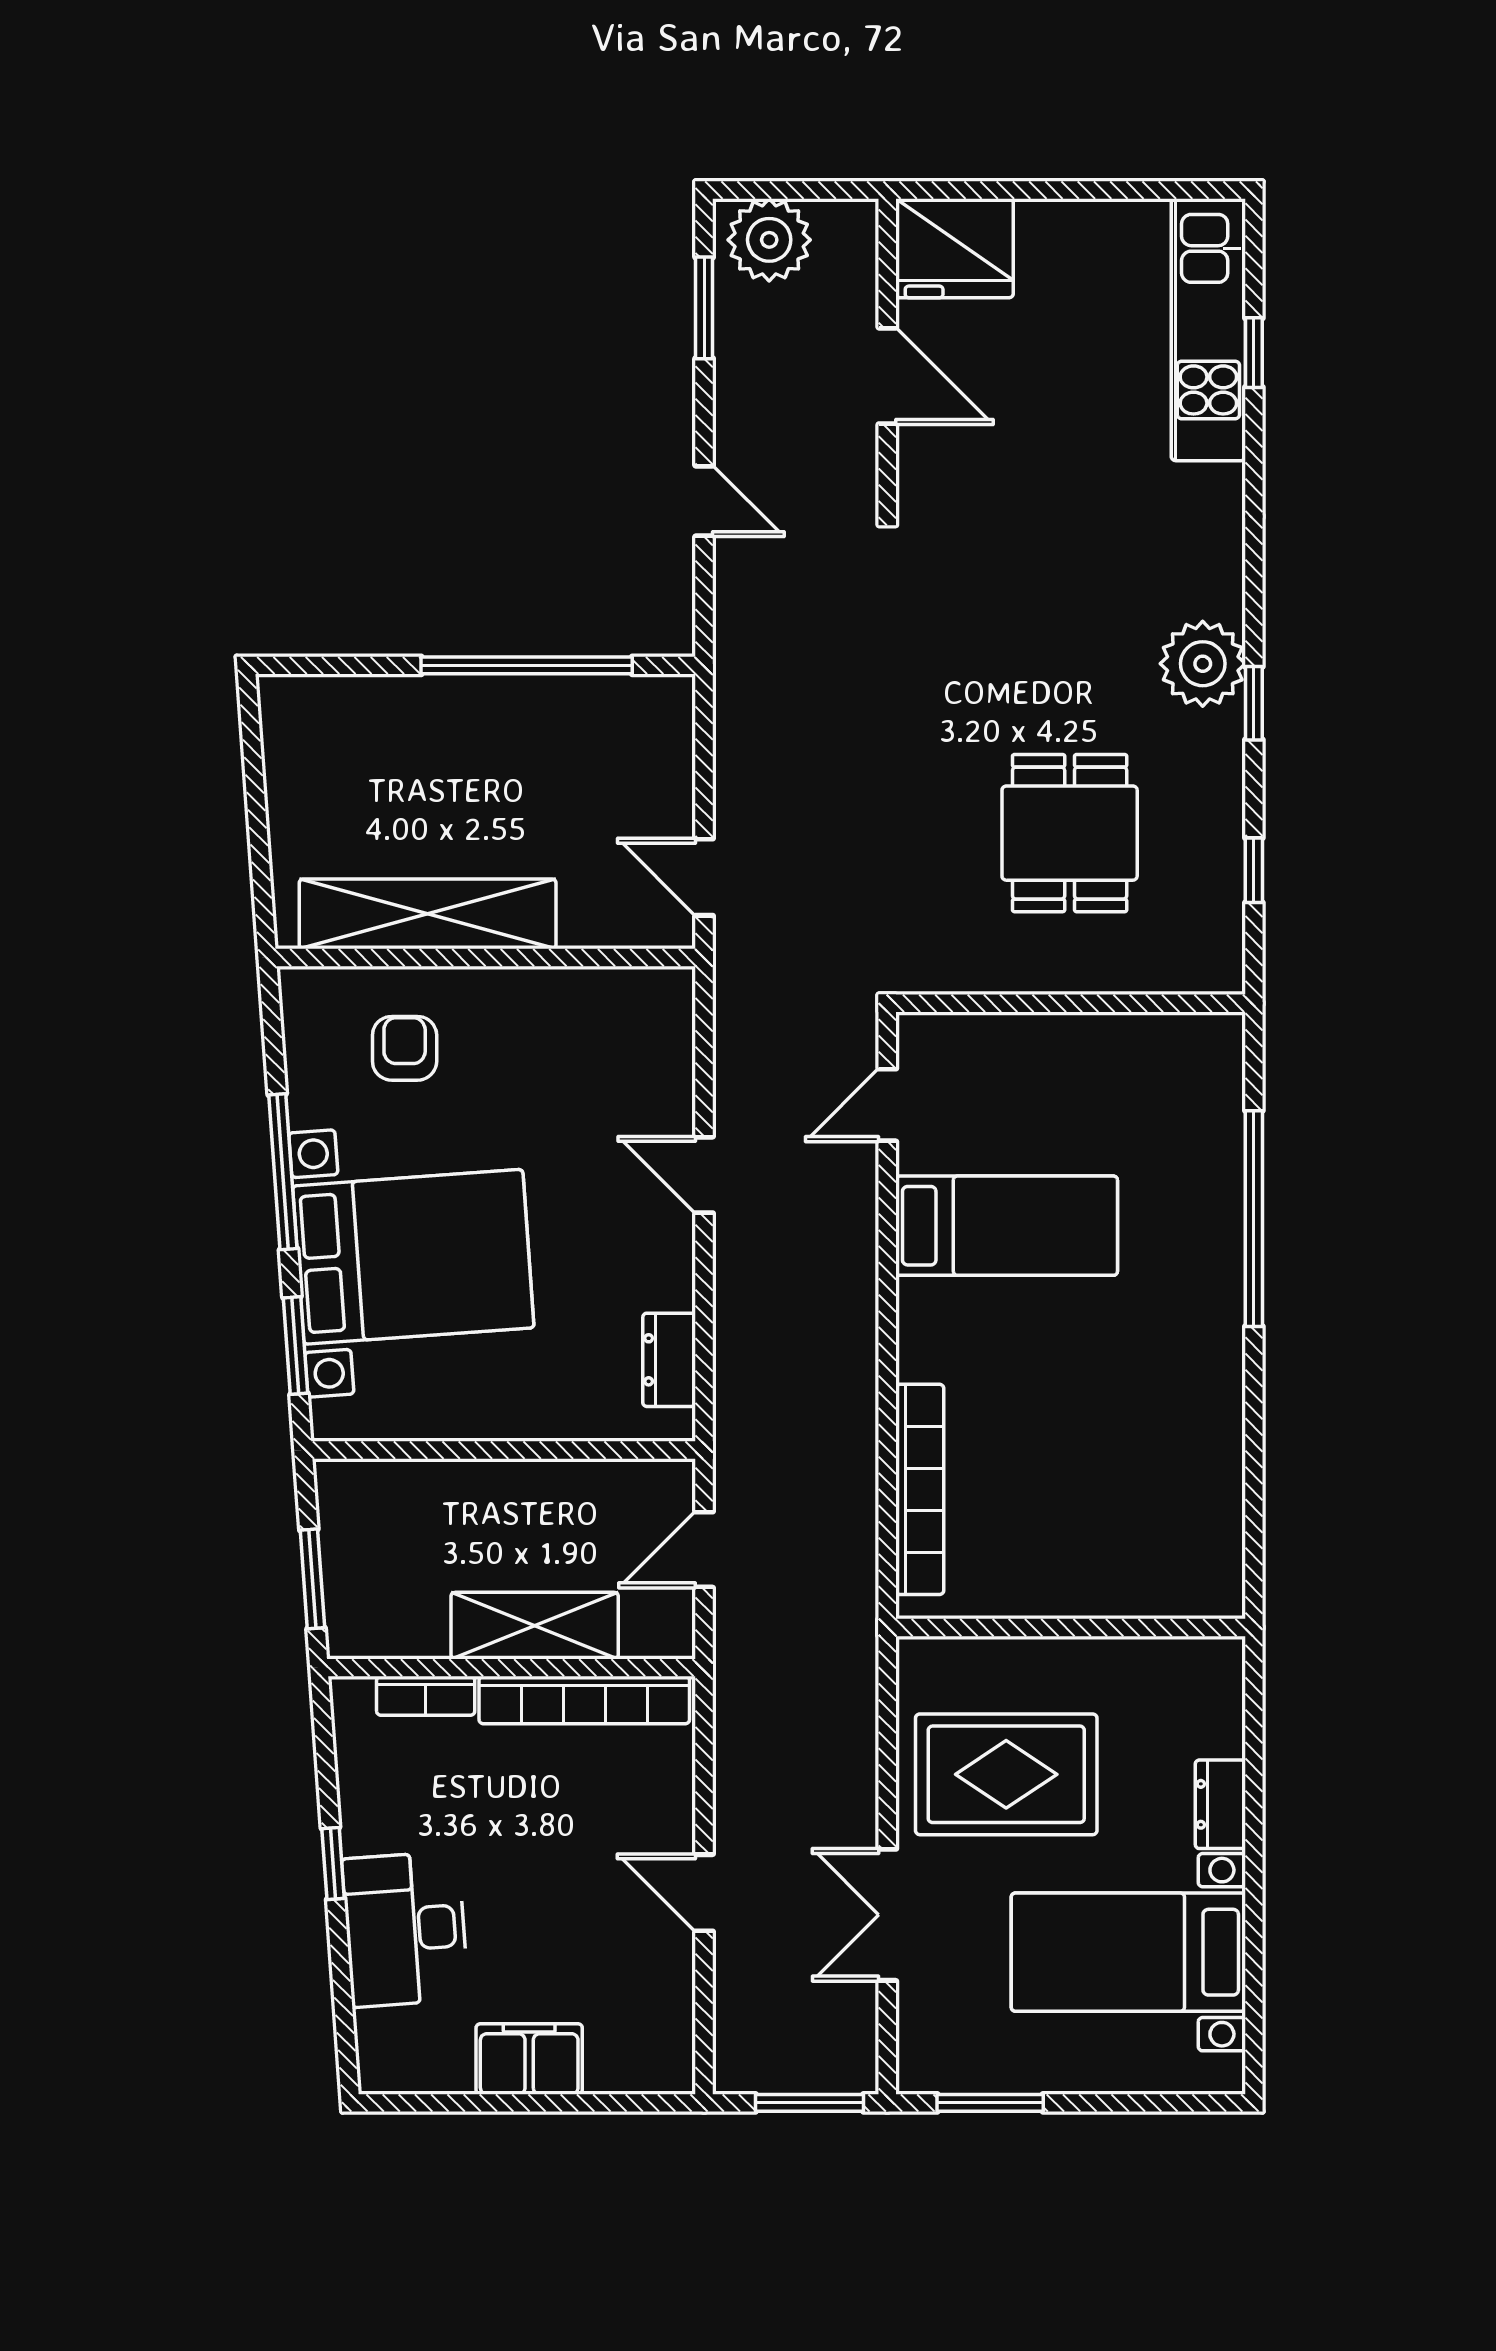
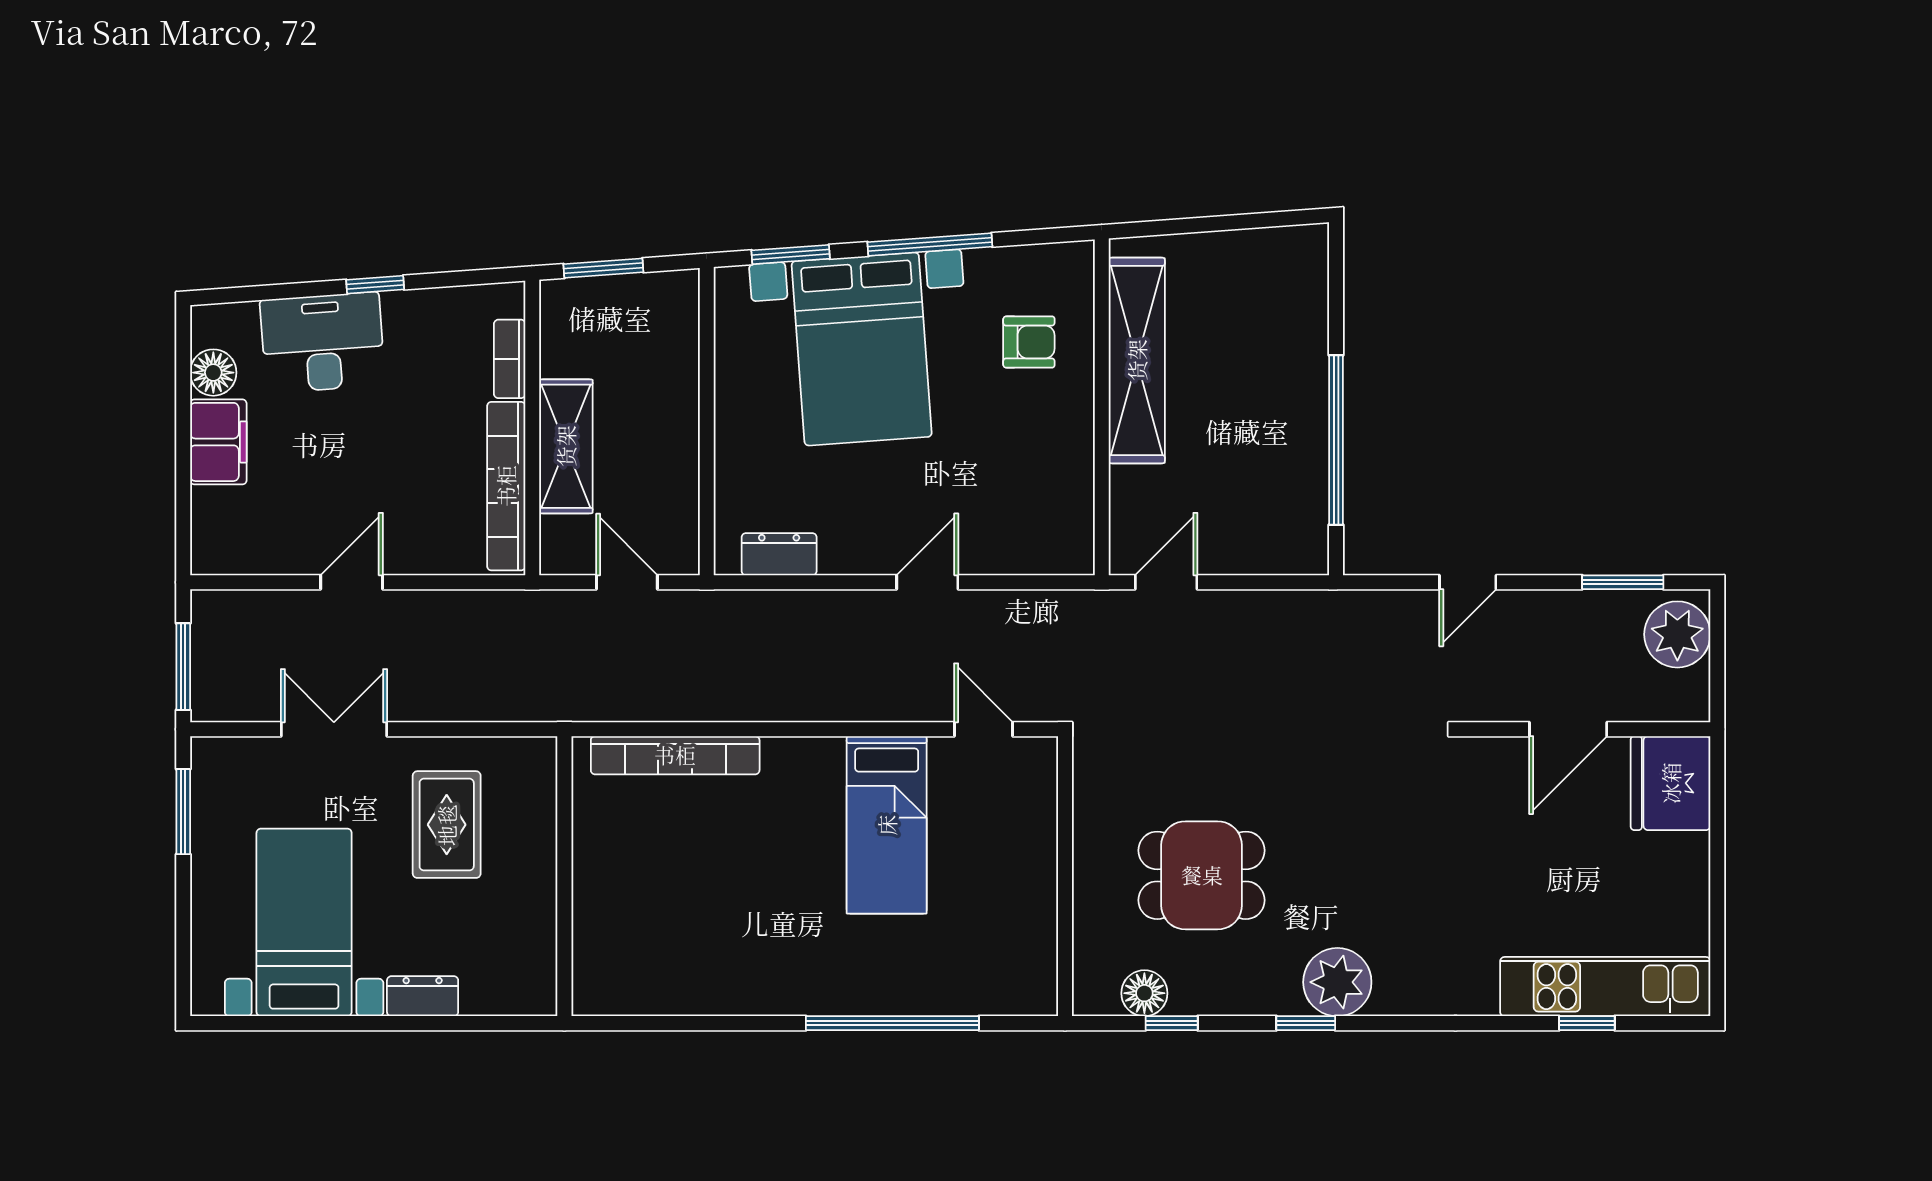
floor lamp: (1217, 904) -> (1144, 993), added
rug: (1006, 1774) -> (447, 825), width x0.73, depth x0.70
floor lamp: (443, 2065) -> (213, 373), added

